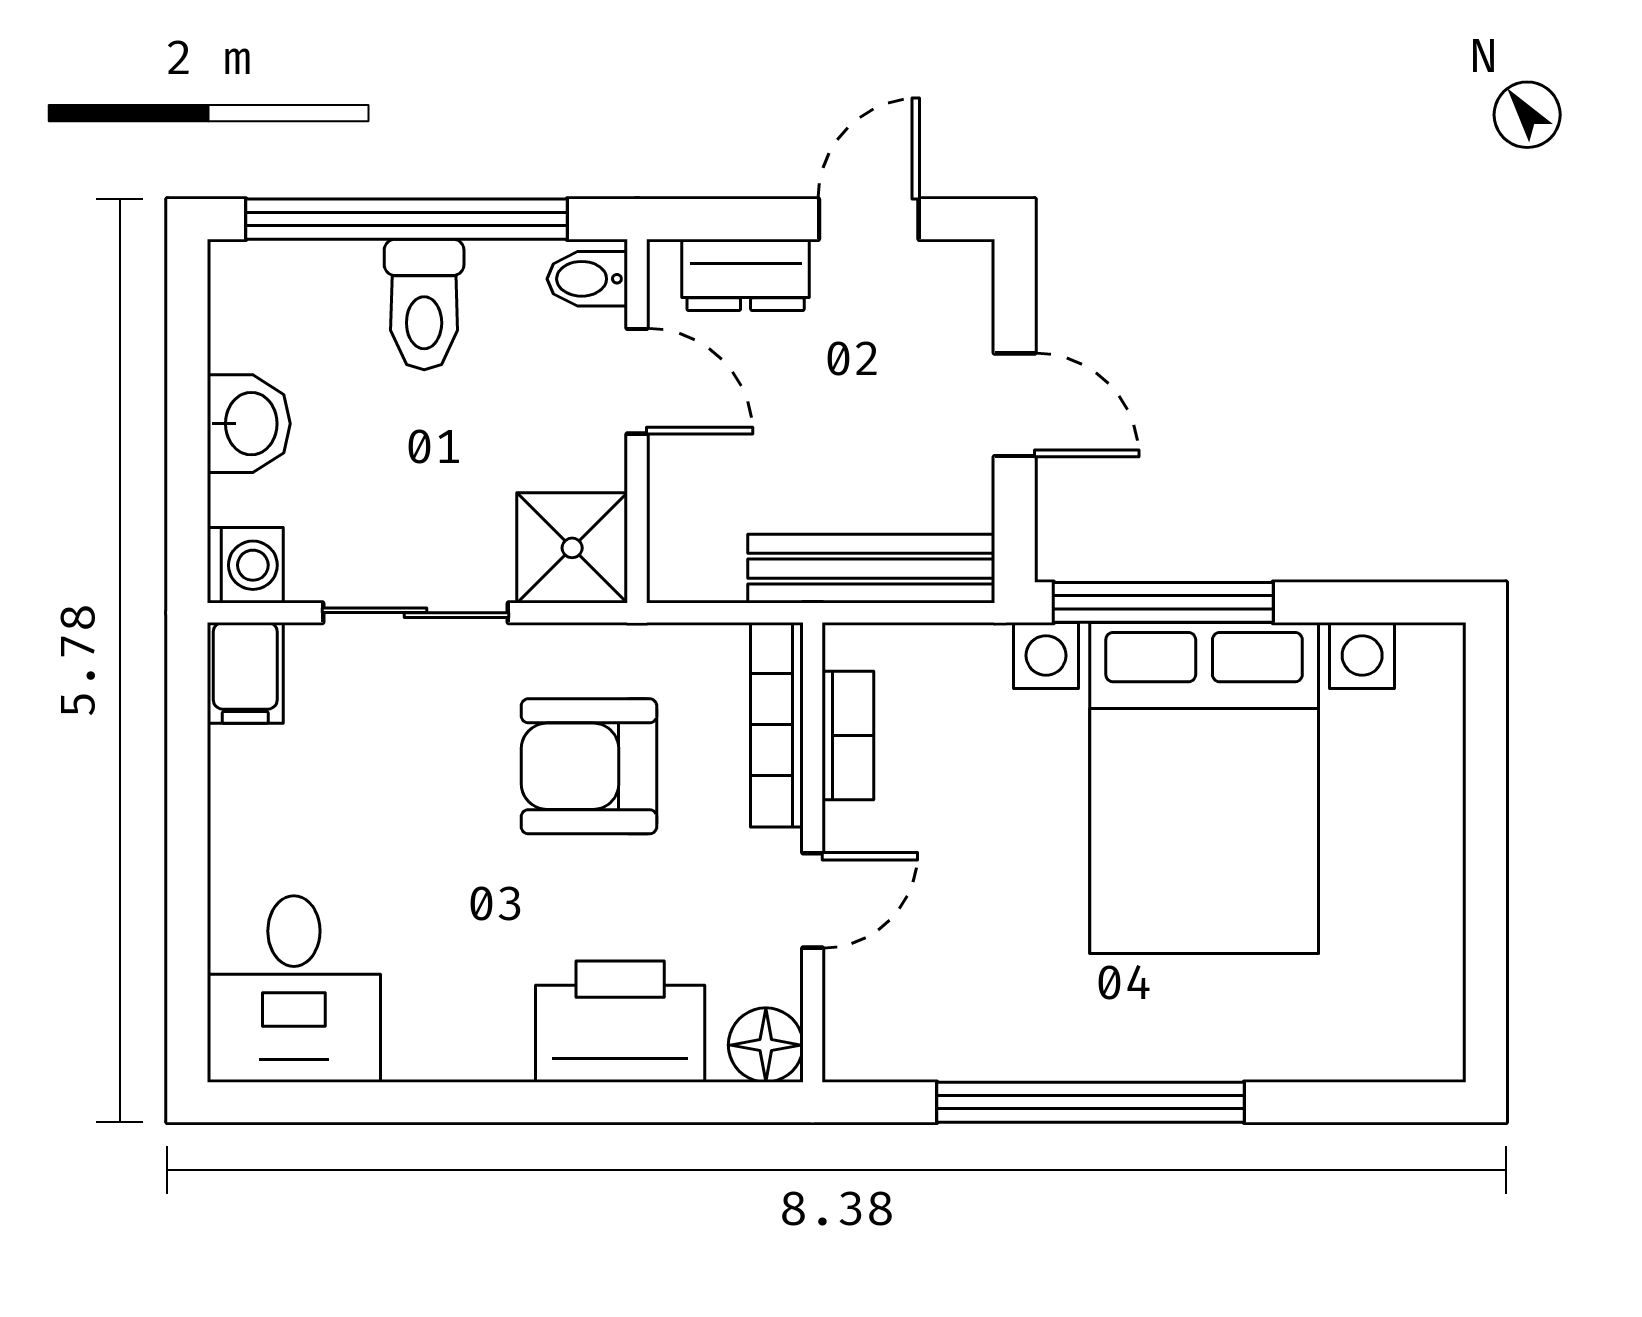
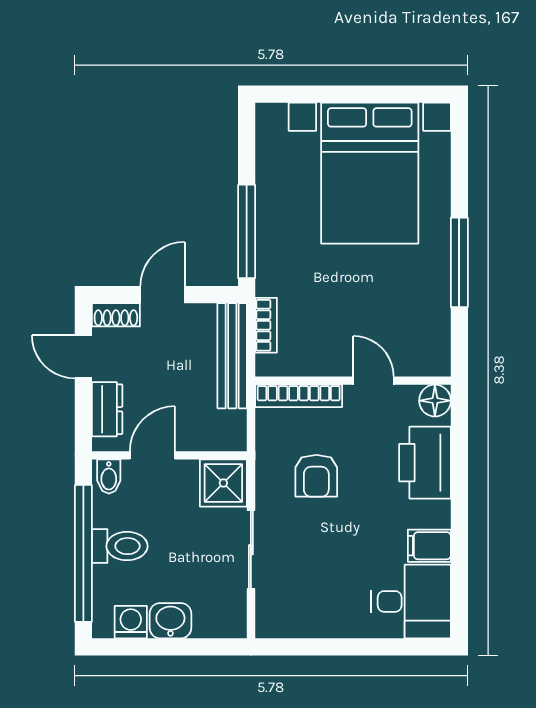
shoe rack: (967, 295) -> (116, 315), added
washing machine: (245, 565) -> (131, 622), moved
filing cabinet: (245, 673) -> (429, 546), moved, turned 180
bookcase: (848, 735) -> (266, 325), moved, turned 90
armchair: (589, 766) -> (316, 476), width x0.72, depth x0.72
bed with nightstands: (1204, 788) -> (370, 173), moved, turned 90
window: (1091, 1102) -> (459, 262), width x0.68

